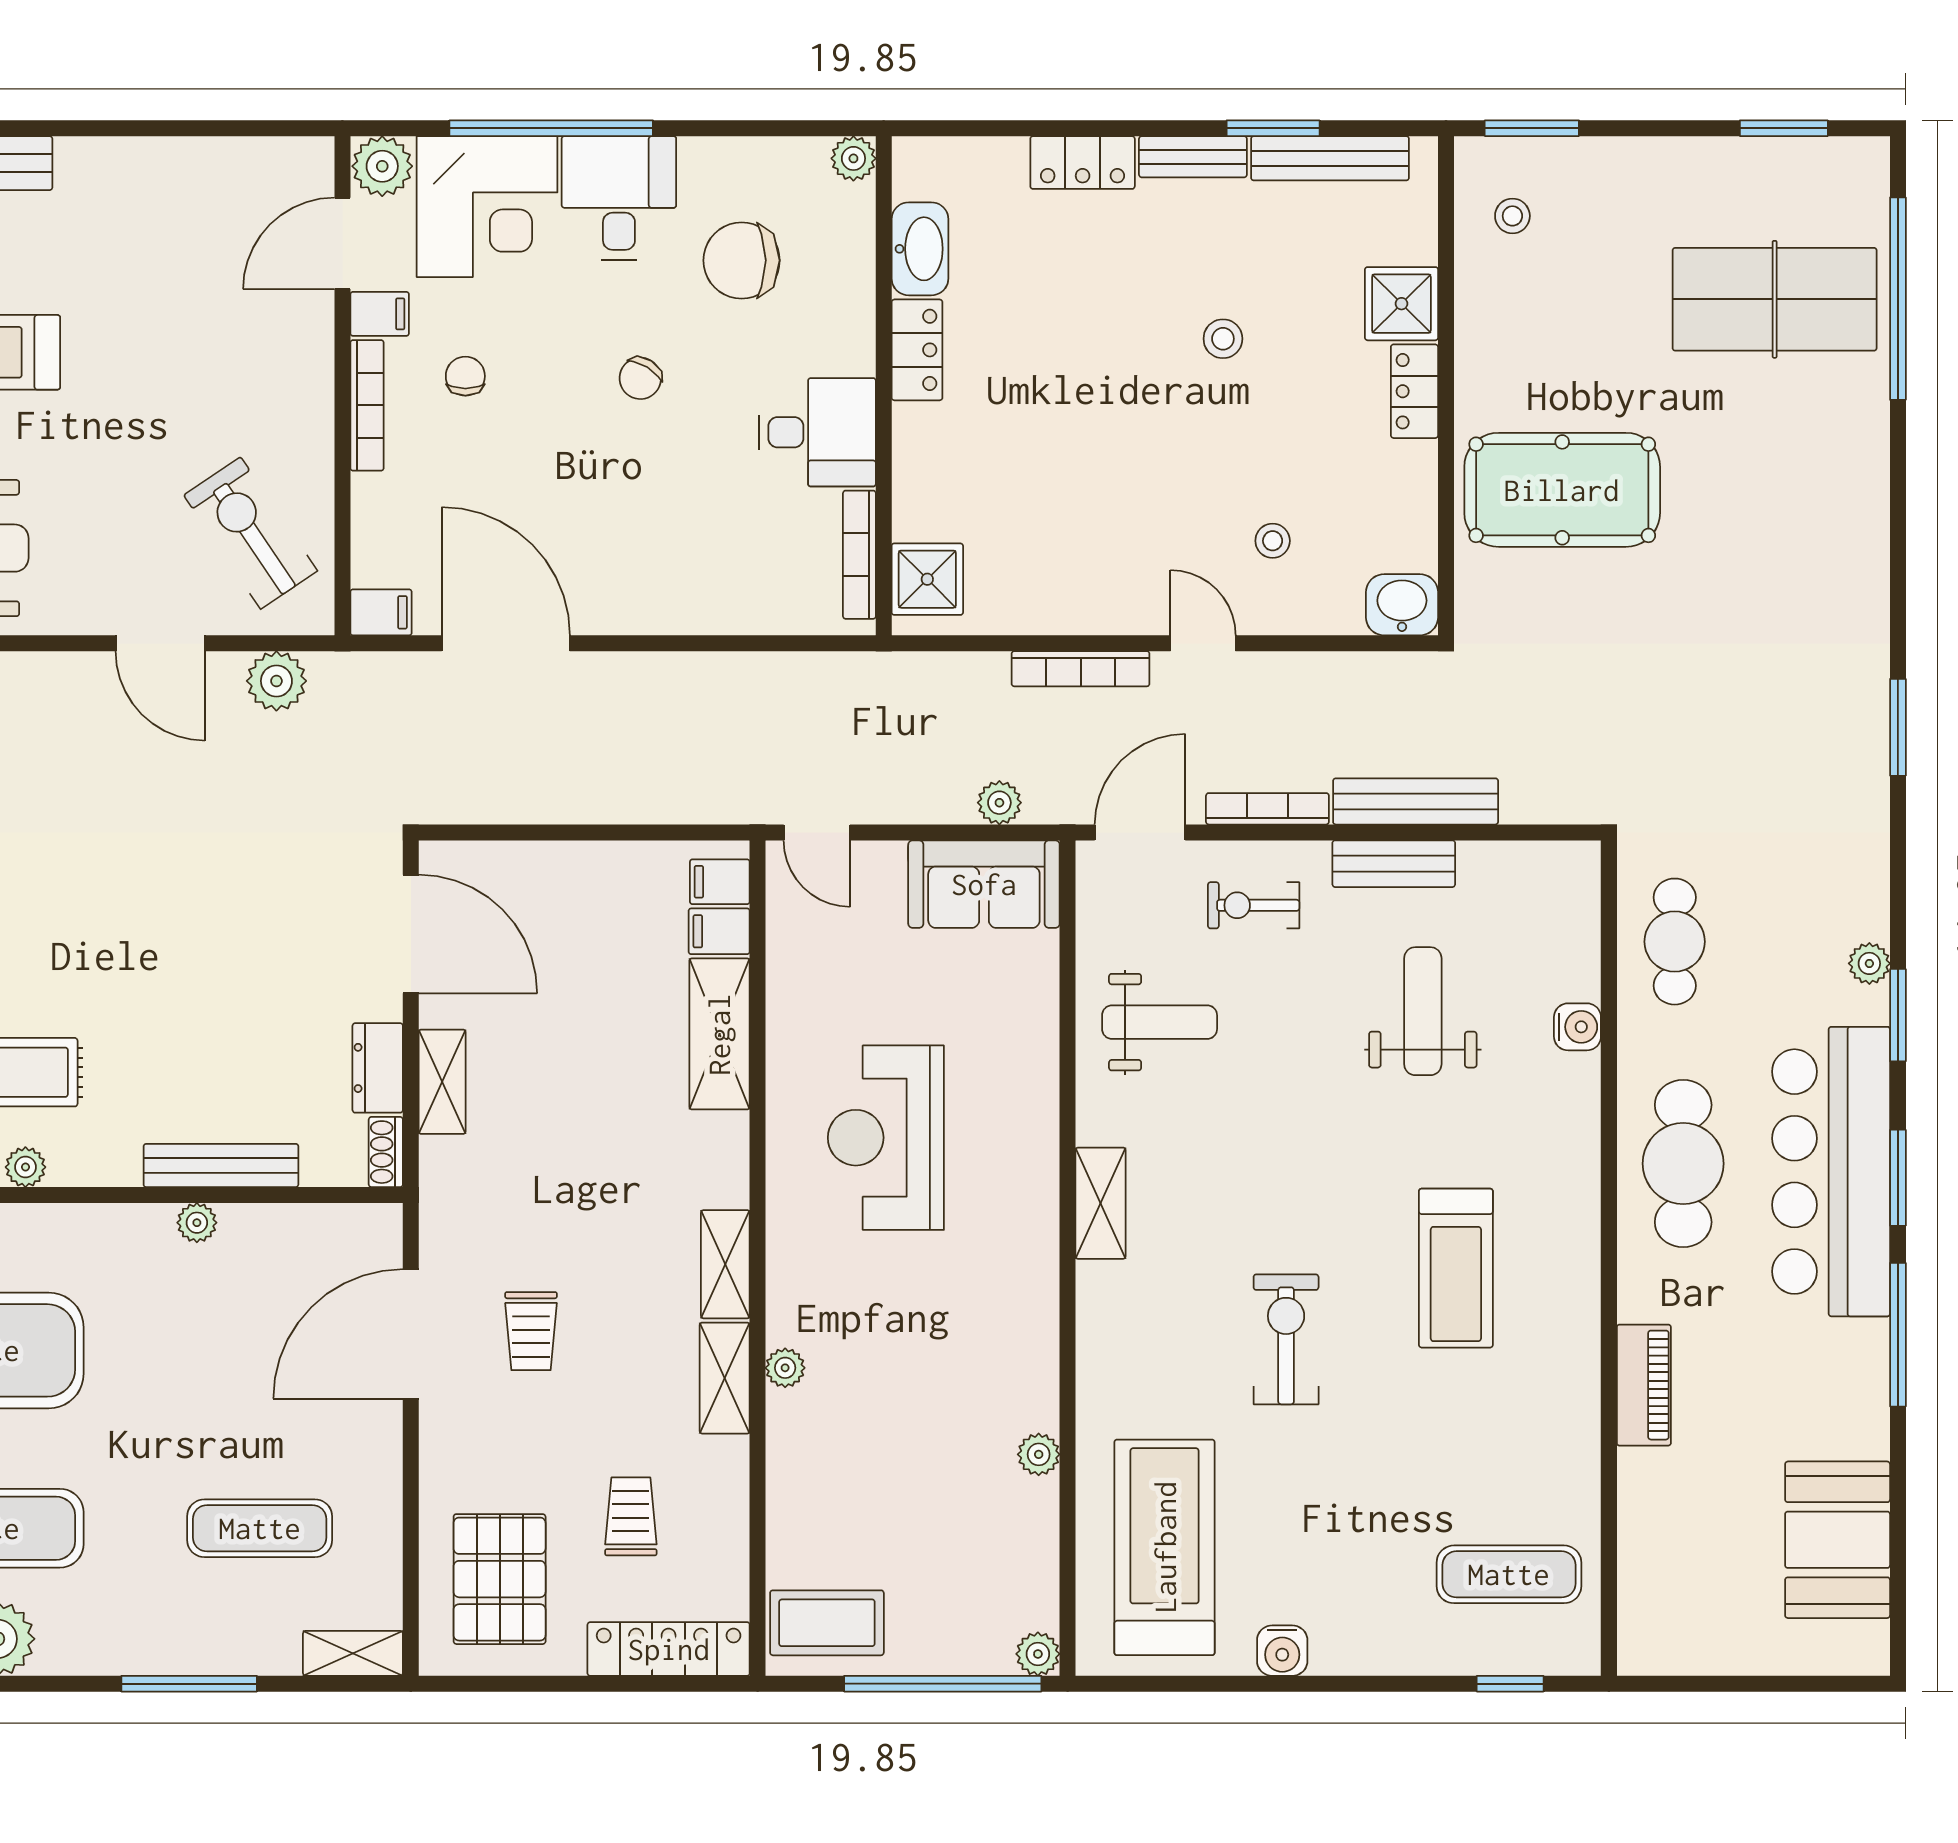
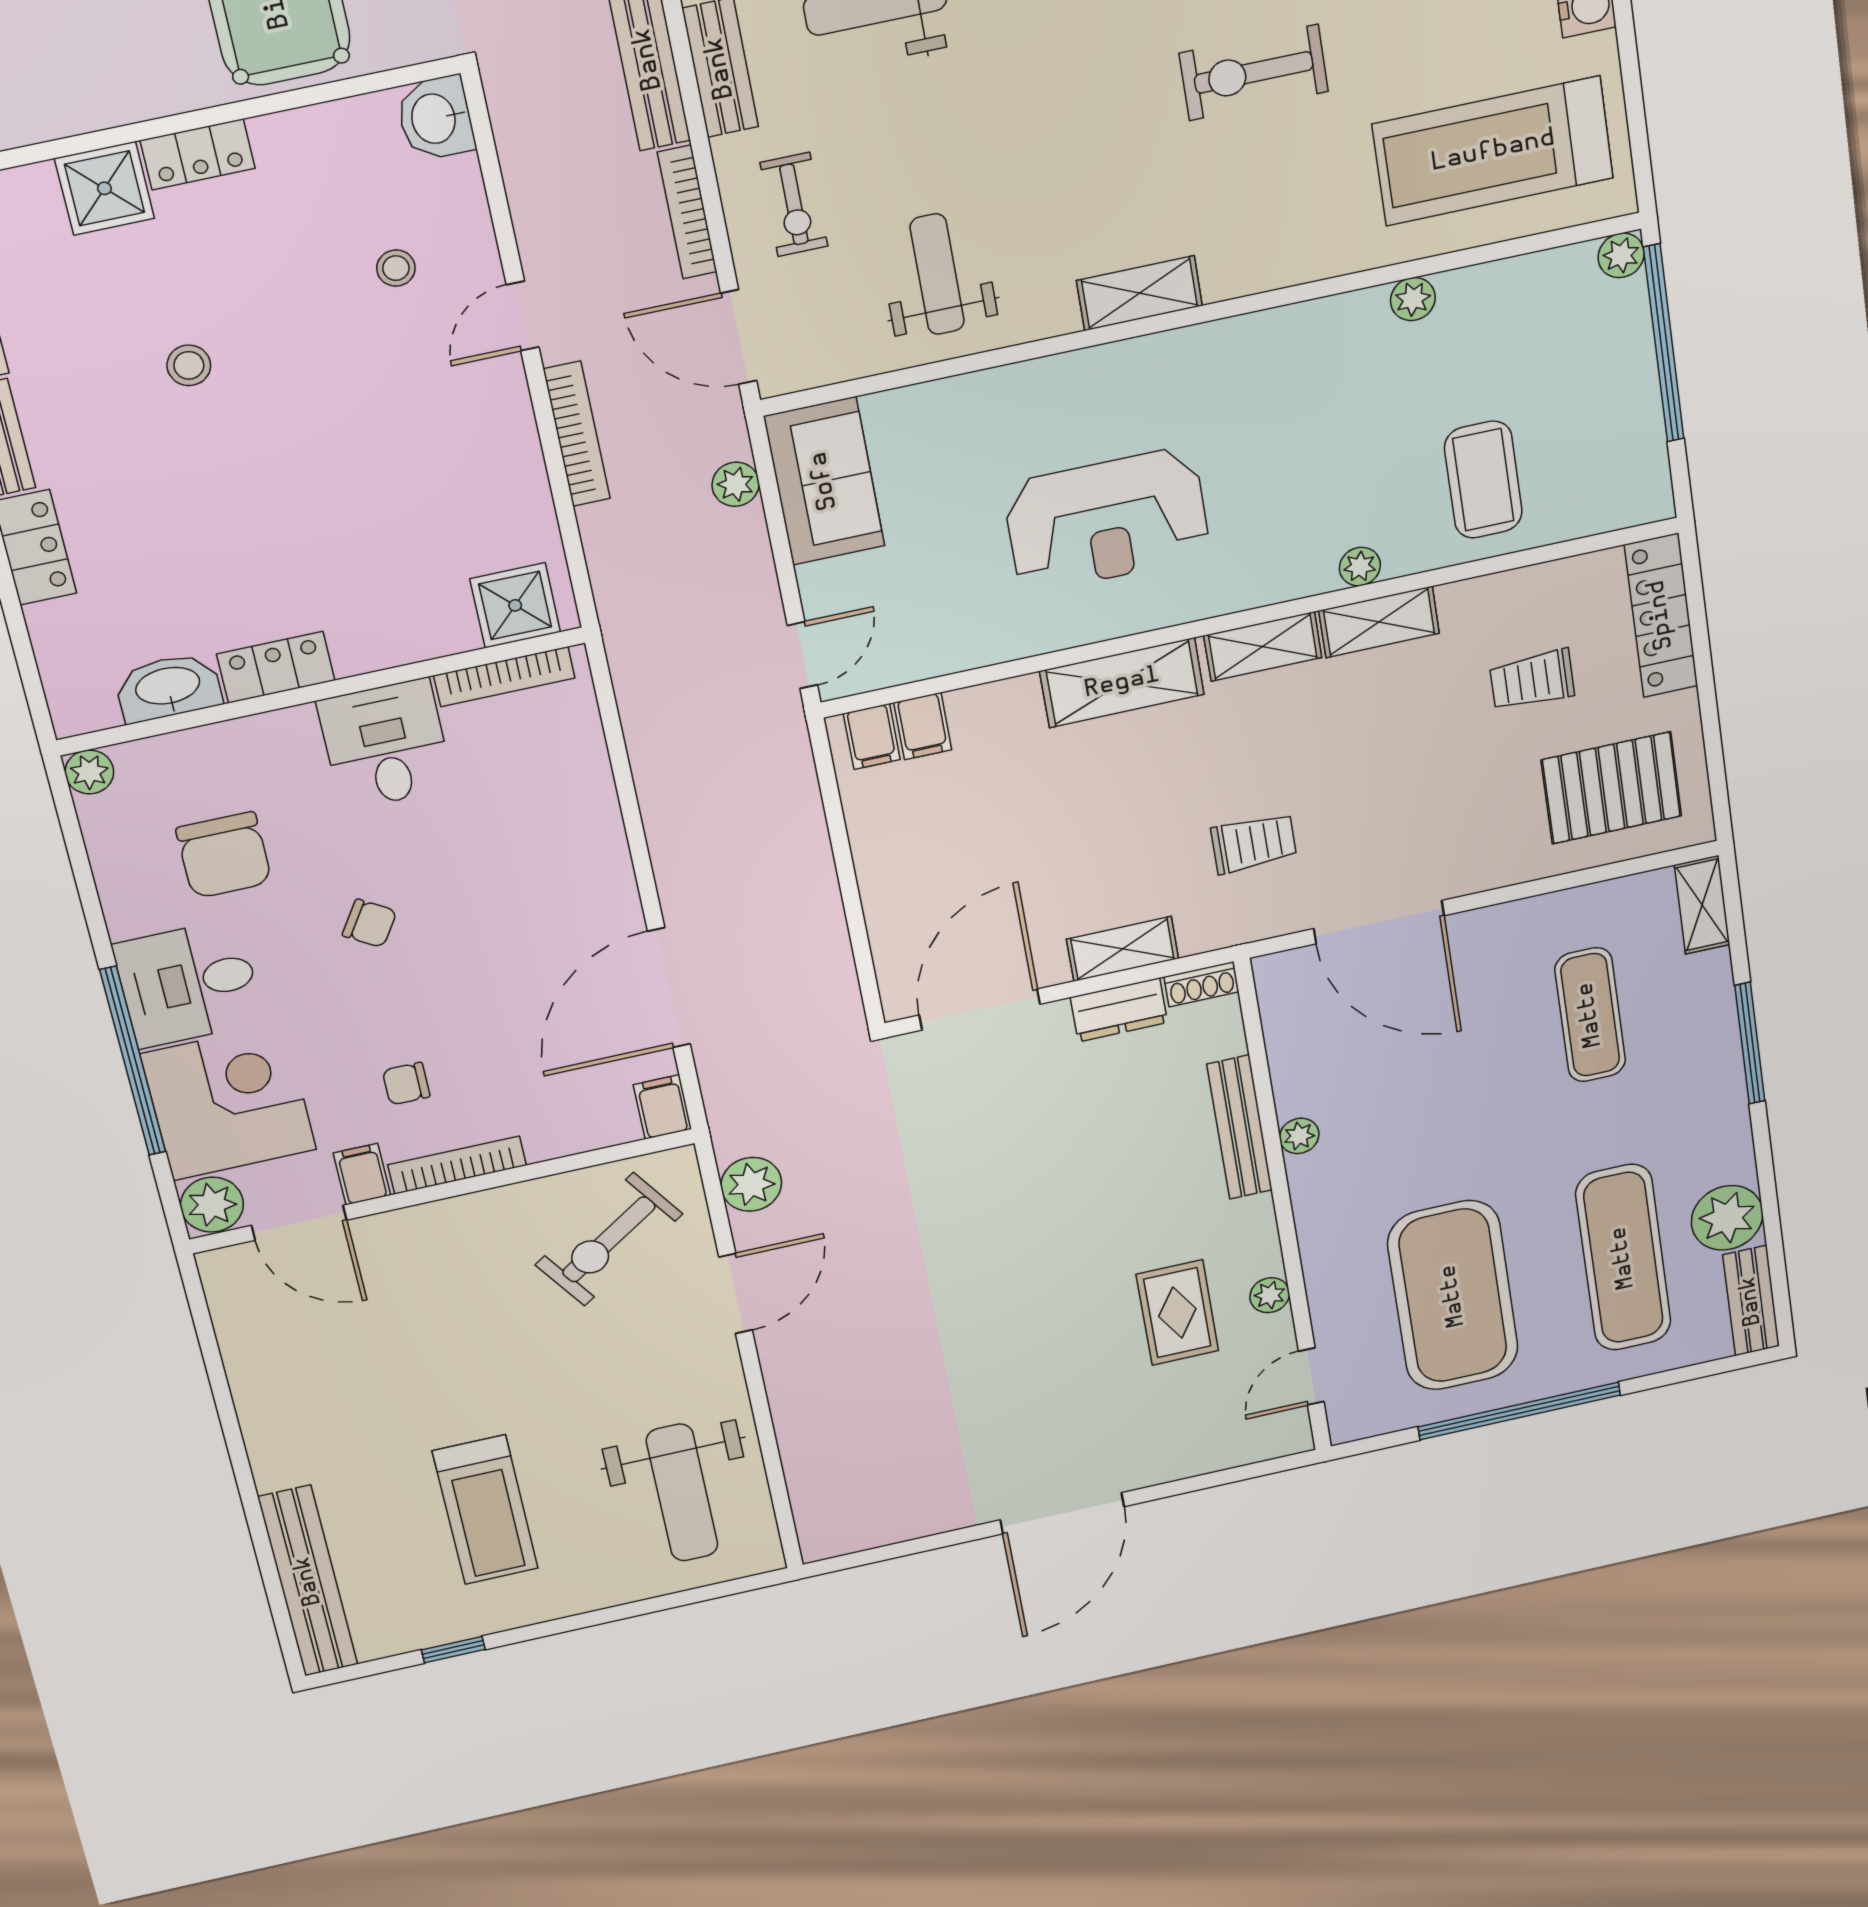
shelving: (719, 1034) -> (1122, 683), moved
trolley: (531, 1331) -> (1254, 843), moved
coffee table: (827, 1623) -> (1483, 480), moved

